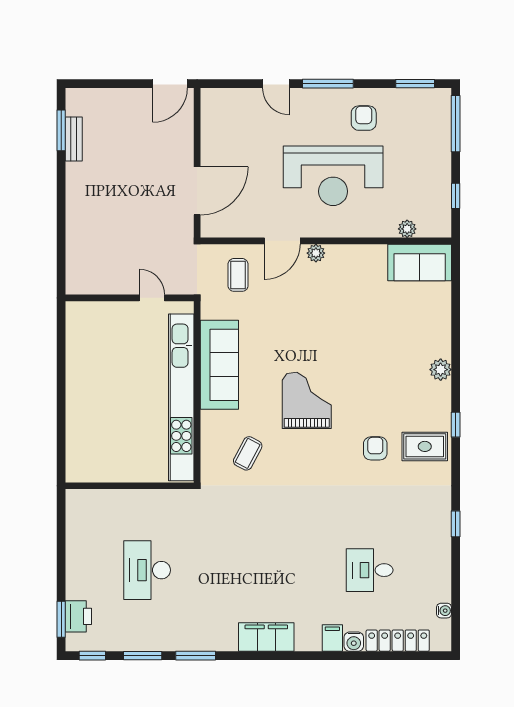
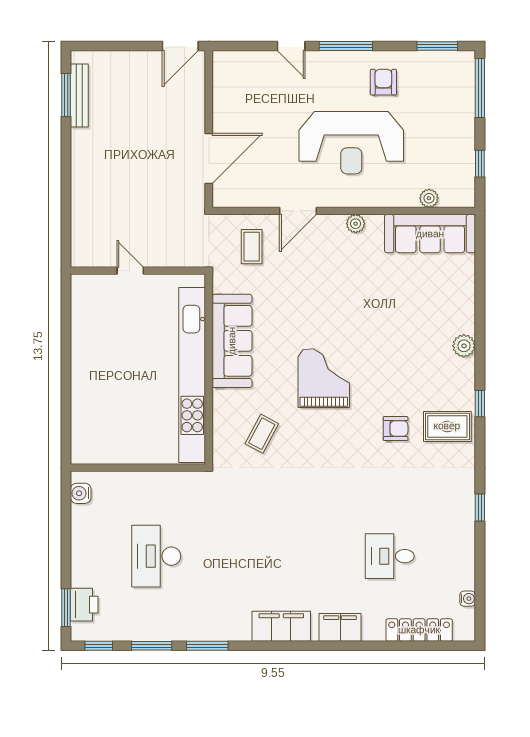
bench: (74, 139) -> (79, 96), width x1.36
plant: (316, 253) -> (356, 224), moved
sofa: (420, 262) -> (430, 234), width x1.36
door: (152, 298) -> (130, 271), moved
armchair: (375, 448) -> (396, 429), turned 90
filing cabinet: (332, 638) -> (340, 627), width x2.00
water cooler: (354, 642) -> (81, 493), moved, turned 90

